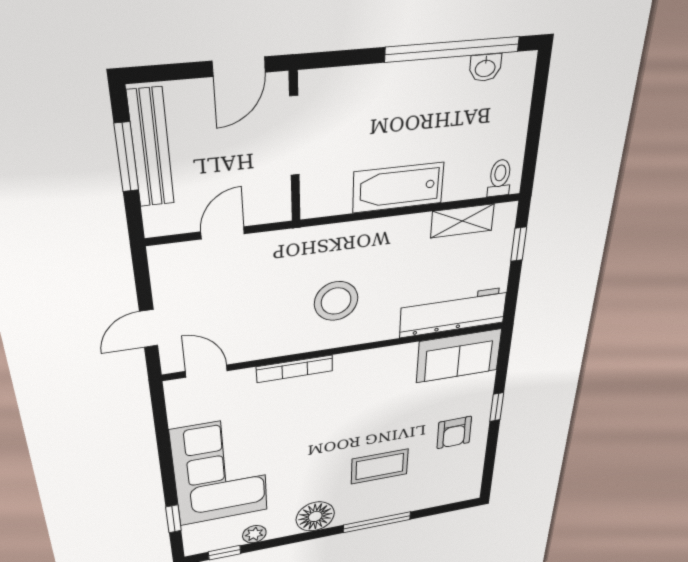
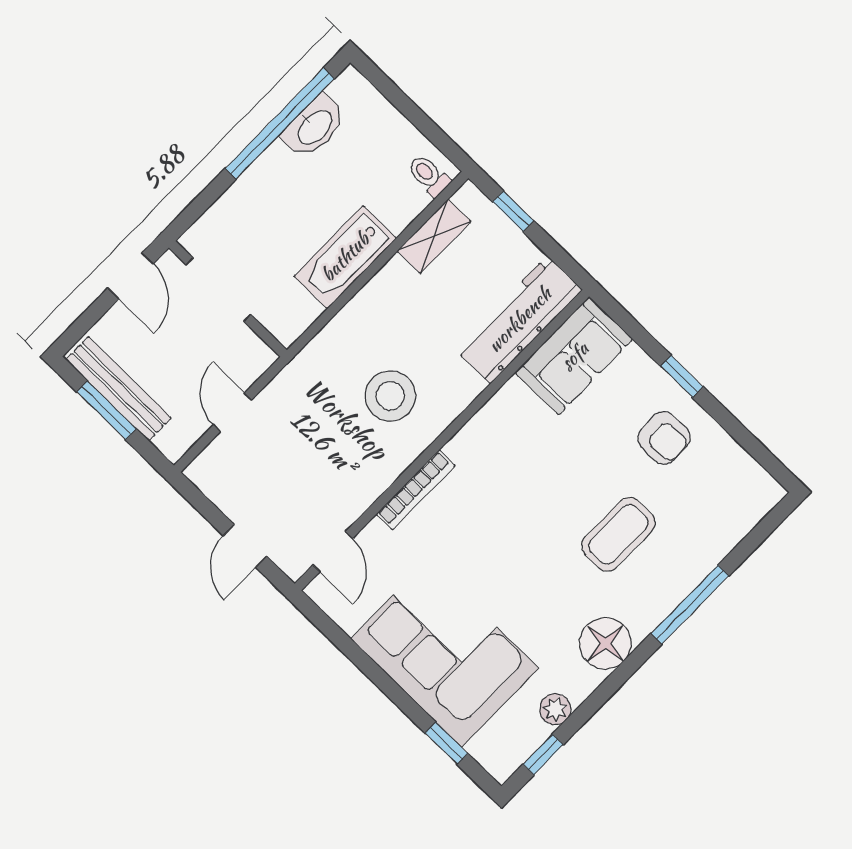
washbasin: (485, 68) -> (314, 127), width x1.91, depth x1.45
door: (206, 371) -> (333, 552), swing flipped

